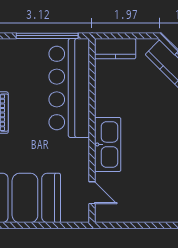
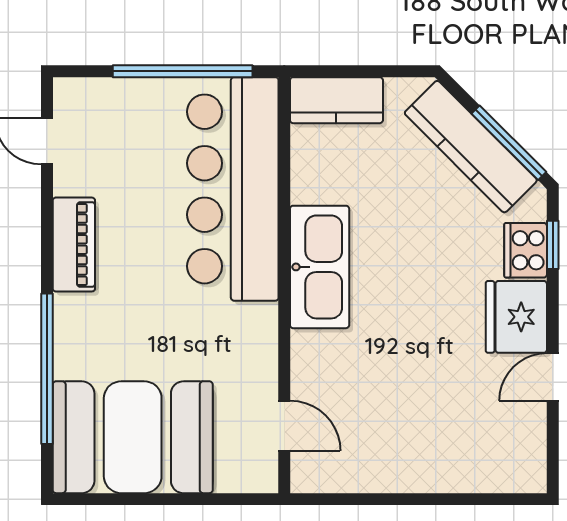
kitchen sink: (108, 144) -> (320, 267), moved

